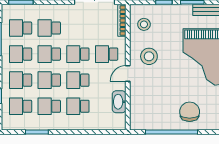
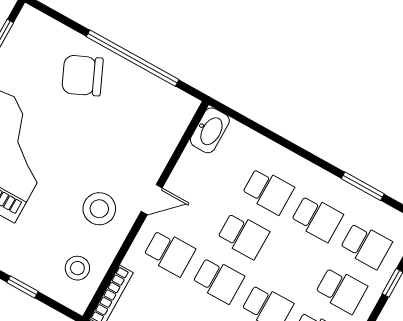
school desk: (49, 80) -> (292, 263), removed
washbasin: (119, 102) -> (210, 130), moved
chair: (190, 112) -> (82, 75), turned 66

